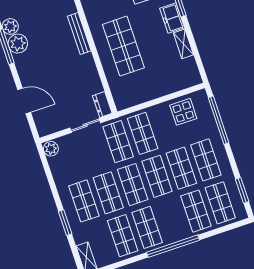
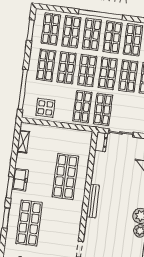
shelving: (183, 44) -> (23, 142), moved
shop shelf: (171, 219) -> (92, 34), added

